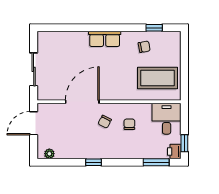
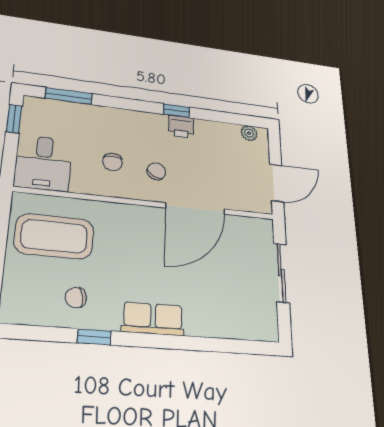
window: (154, 28) -> (94, 337), moved
printer: (174, 151) -> (181, 127), moved, turned 90

